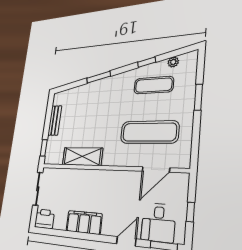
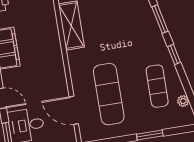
window: (147, 62) -> (174, 55), moved

